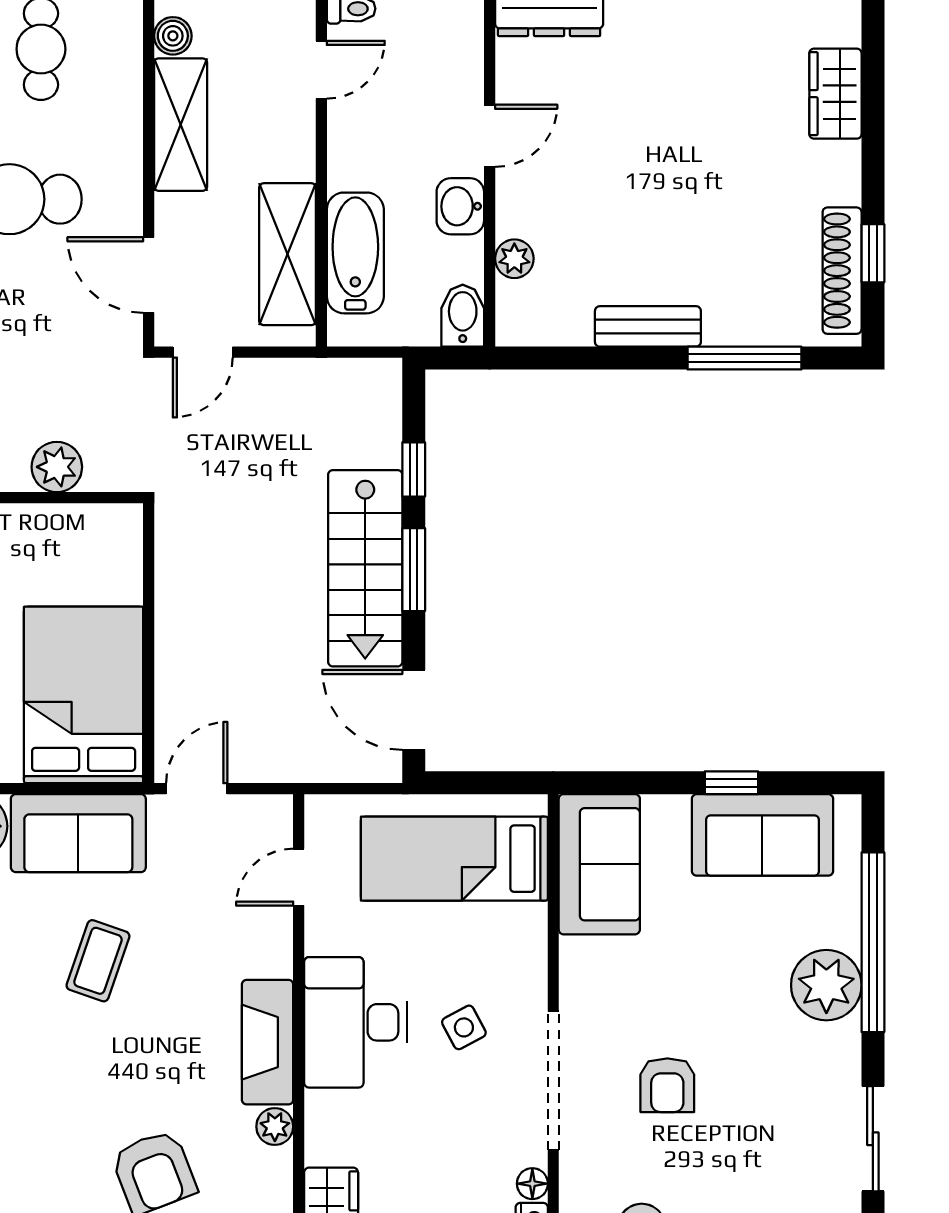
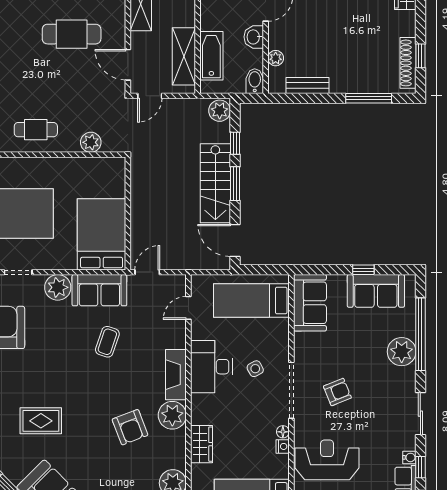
bench: (648, 326) -> (308, 86), moved
plant: (376, 389) -> (220, 111), added
armchair: (667, 1085) -> (337, 392), turned -112
plant: (275, 1127) -> (172, 415), width x1.87, depth x1.87

